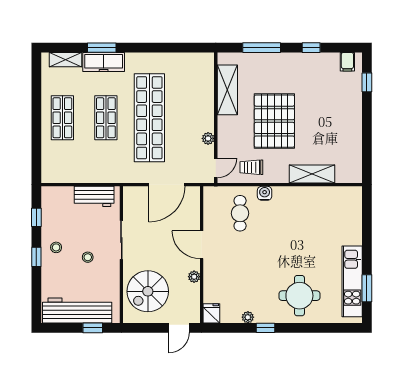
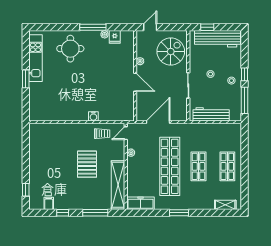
window: (102, 48) -> (179, 213), moved
freezer: (104, 62) -> (140, 203), moved
filing cabinet: (347, 62) -> (49, 203), moved
shelving: (227, 90) -> (118, 185), width x1.47
pallet: (274, 121) -> (87, 164), width x0.73, depth x0.71
shelving: (312, 174) -> (62, 129), removed
workbench: (94, 196) -> (211, 114), width x1.38
cafe table: (240, 213) -> (110, 103), removed
window: (36, 217) -> (244, 100), width x2.17
window: (367, 288) -> (26, 79), moved
fridge: (211, 313) -> (115, 37), moved
window: (266, 328) -> (93, 27), width x2.17

